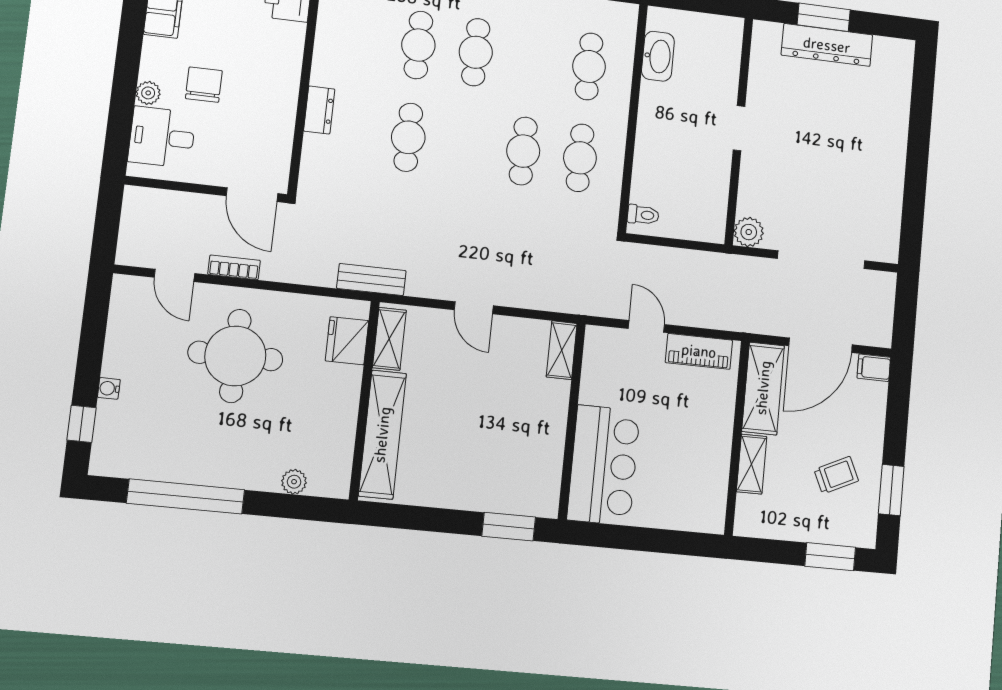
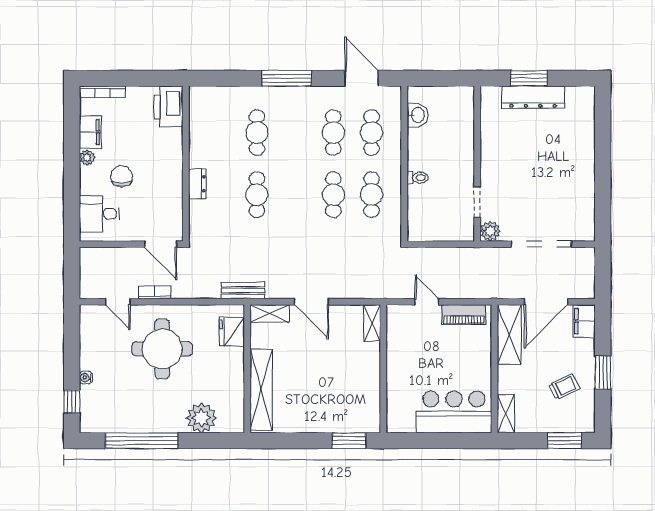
cafe table: (476, 52) -> (333, 133), moved
washbasin: (658, 56) -> (417, 115), width x0.72
plant: (148, 93) -> (87, 158), moved
doorway: (739, 128) -> (477, 202), moved
toilet: (643, 215) -> (418, 178), moved
door: (474, 308) -> (312, 302), width x1.38
shelving: (389, 339) -> (270, 313), moved, turned 90
filing cabinet: (874, 368) -> (584, 321), width x2.00
shelving: (752, 464) -> (506, 414), moved
bar counter: (604, 465) -> (454, 412), moved, turned -90
plant: (294, 482) -> (201, 418), width x1.87, depth x1.87
window: (891, 490) -> (603, 372), moved

